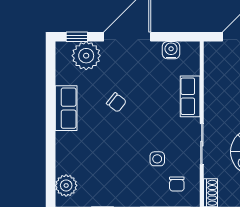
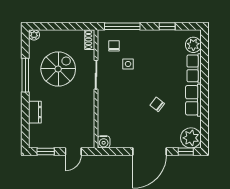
water cooler: (171, 50) -> (104, 142), moved
plant: (86, 56) -> (191, 138), moved
row of seats: (190, 96) -> (194, 68), moved, turned 180

